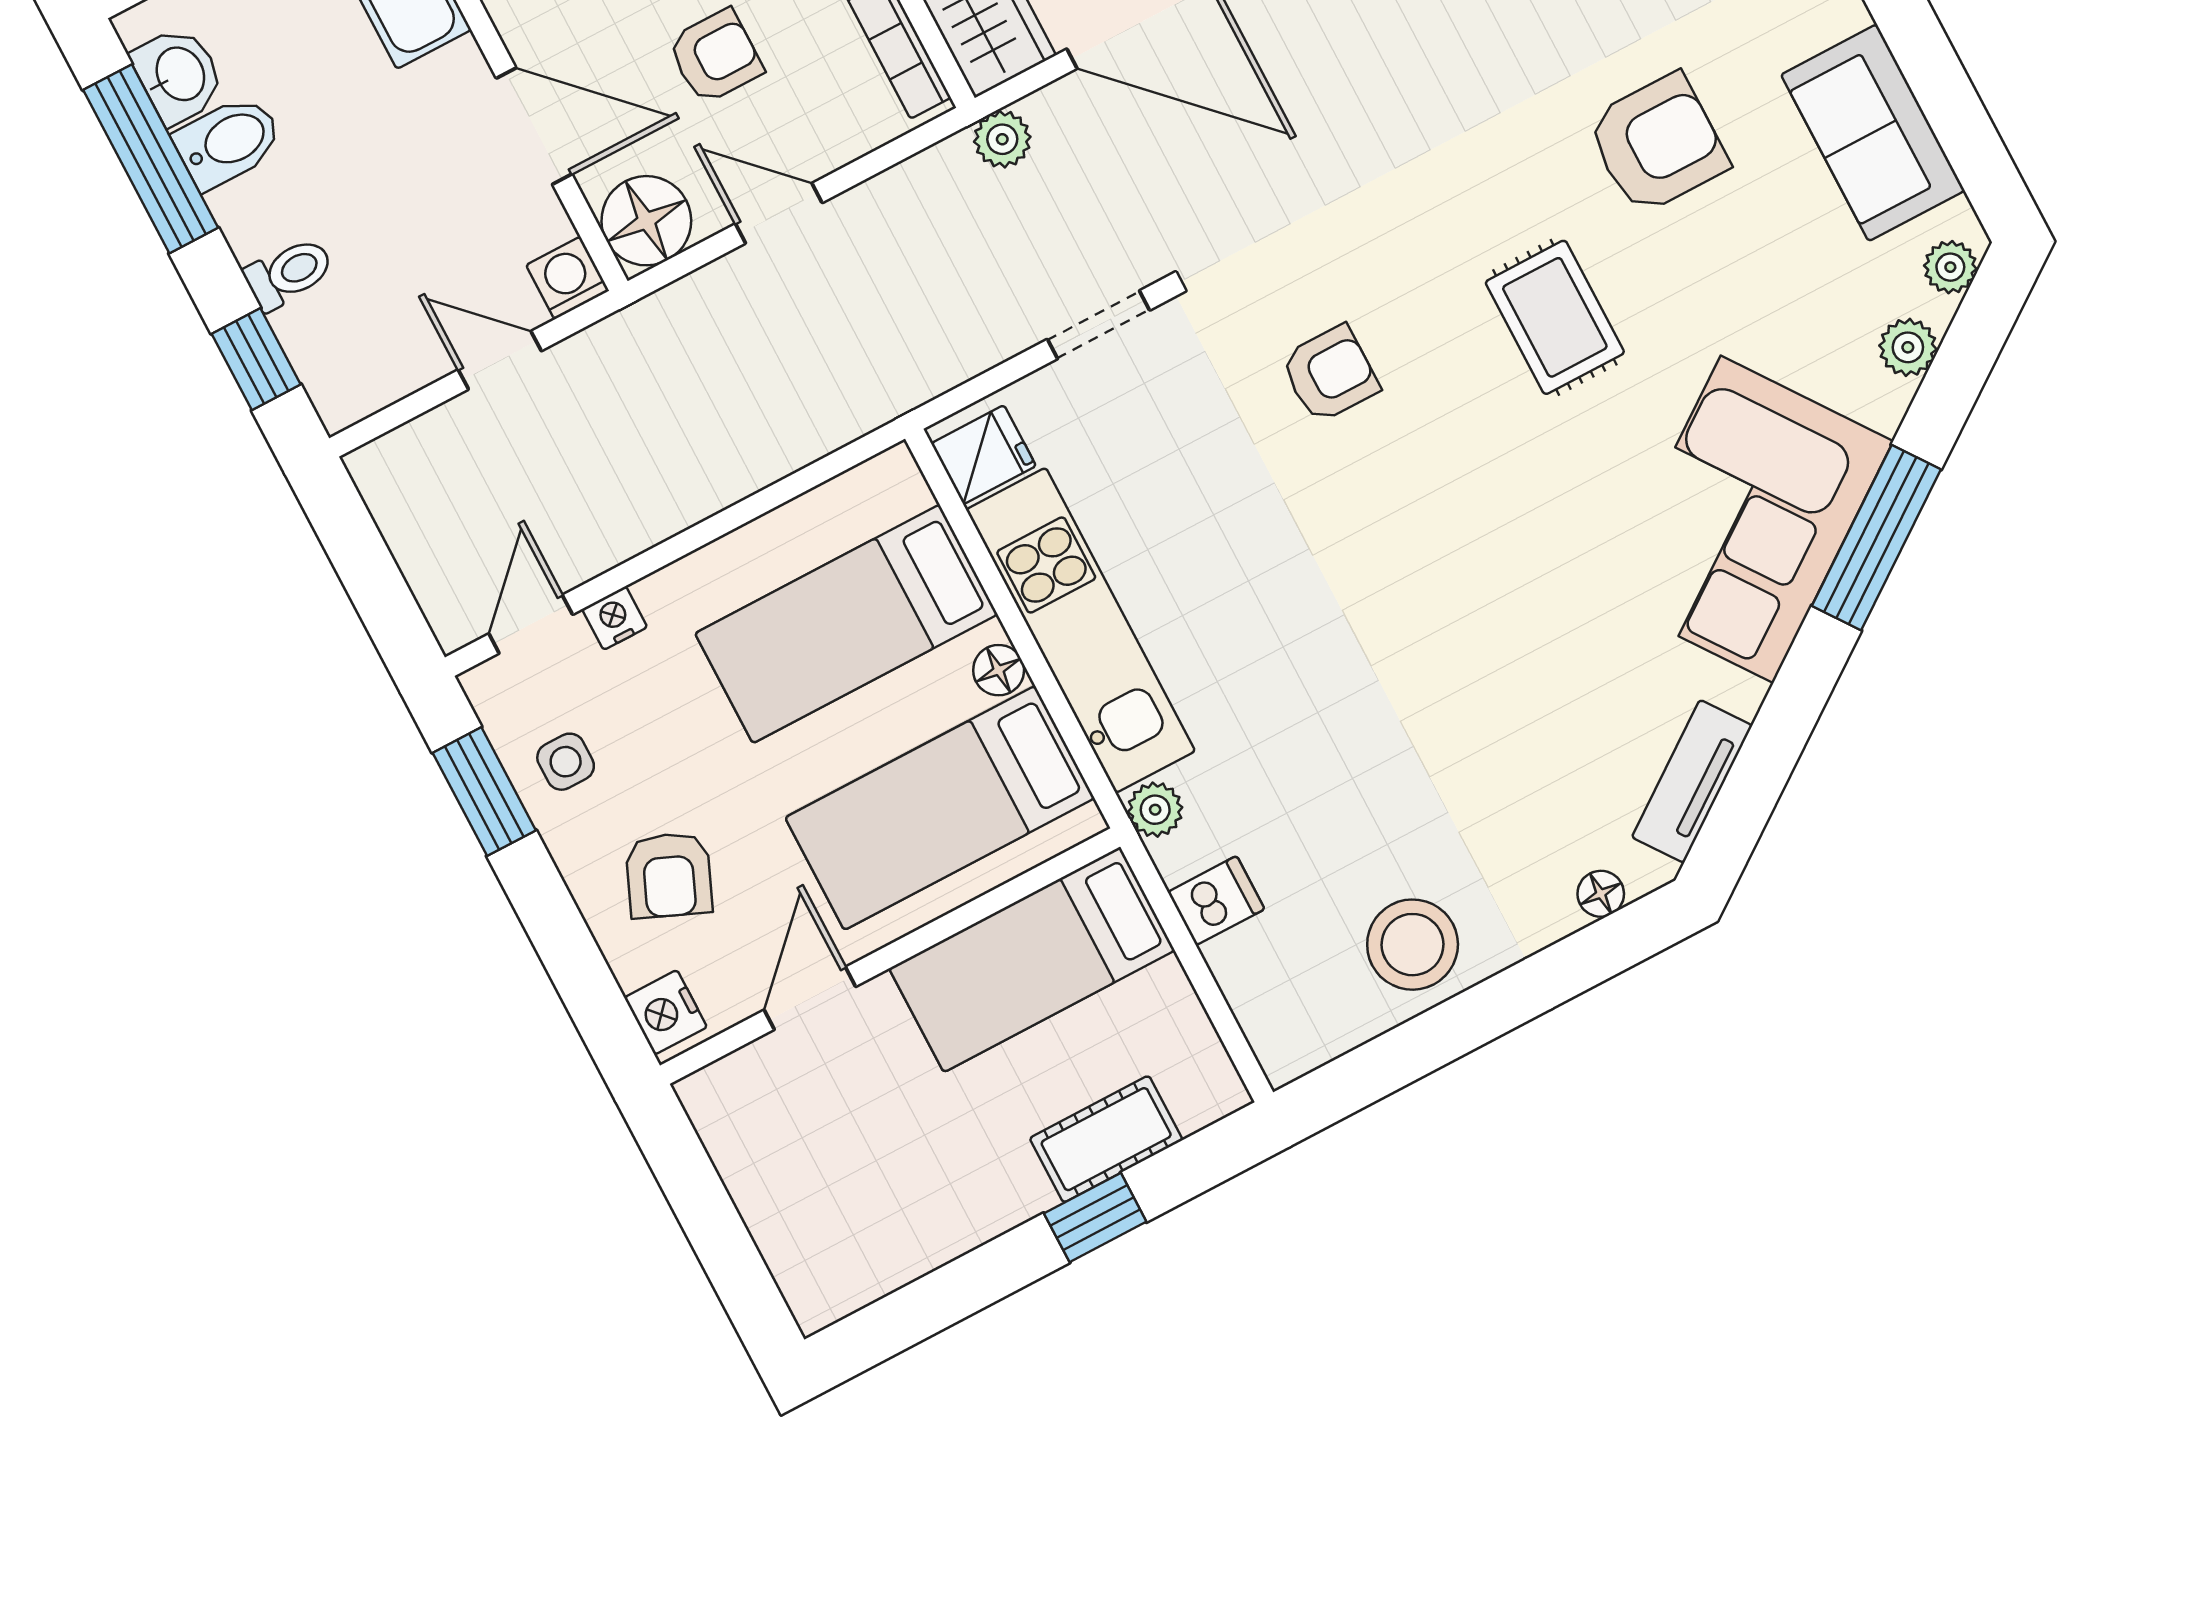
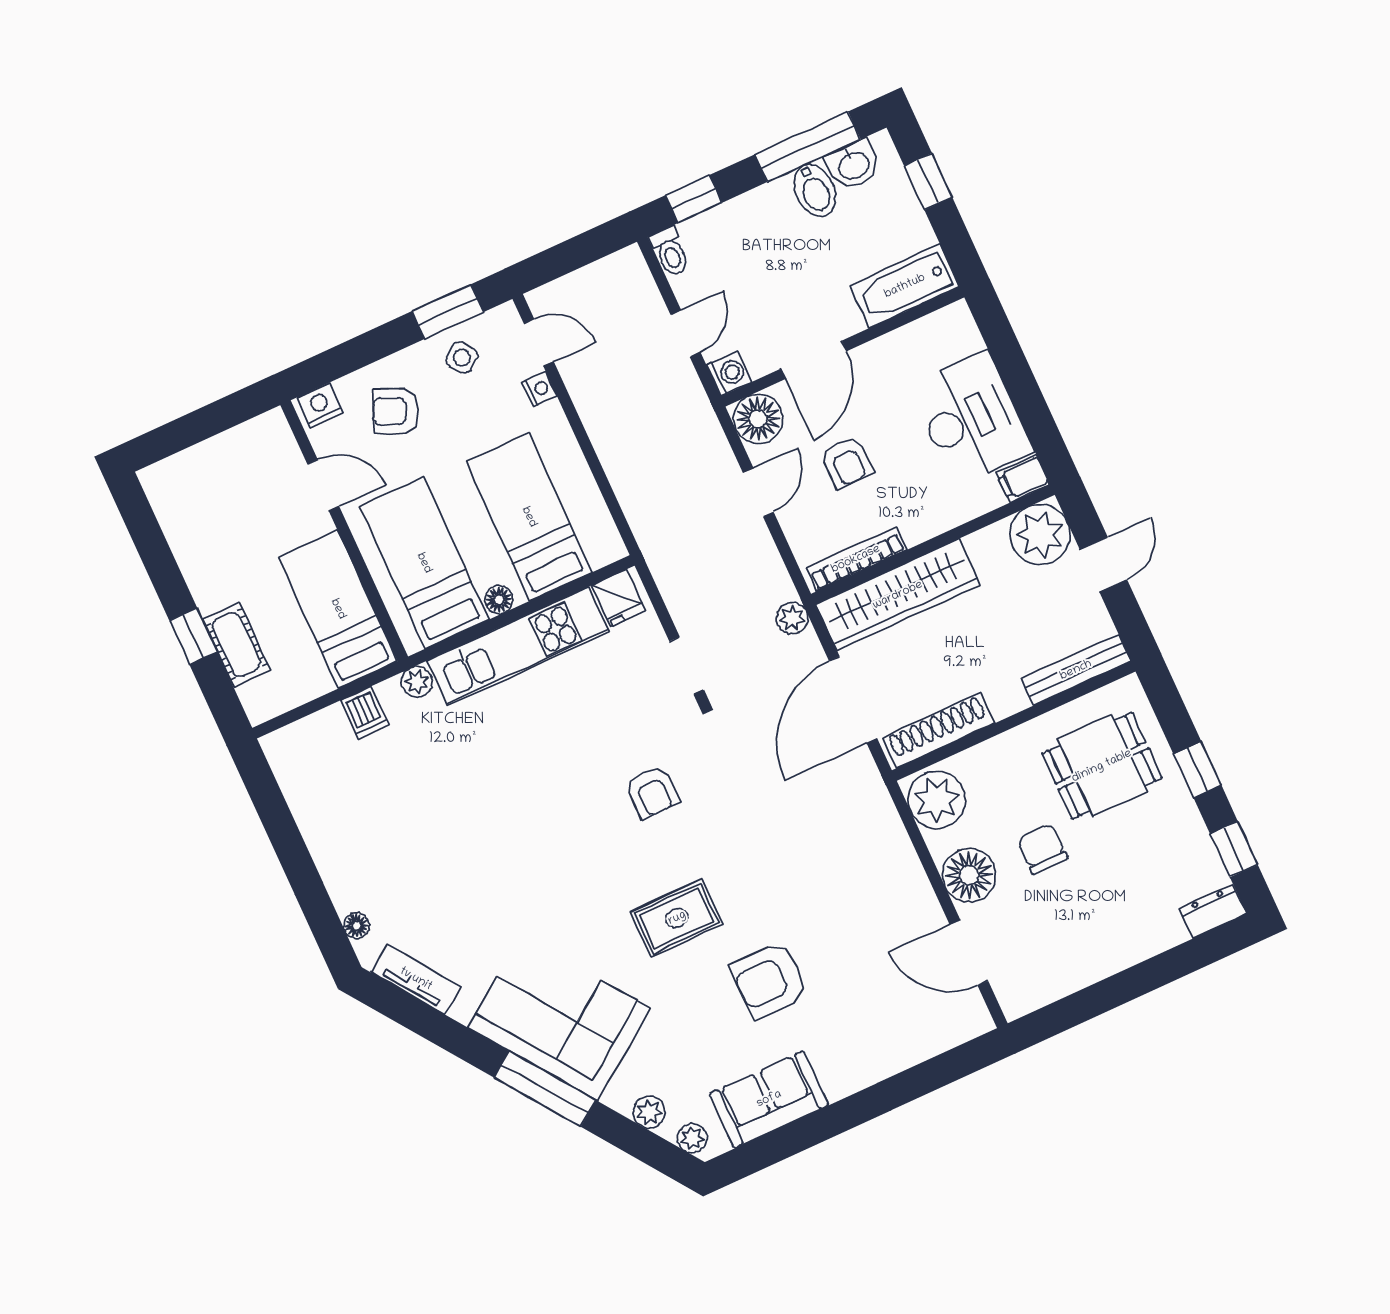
armchair: (1657, 144) -> (769, 980), turned 90
toilet: (289, 273) -> (670, 252), moved
side table: (566, 762) -> (462, 358), turned -37
stool: (1413, 945) -> (334, 820), removed

